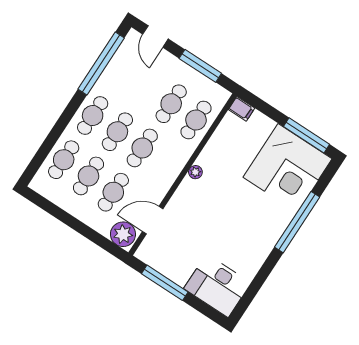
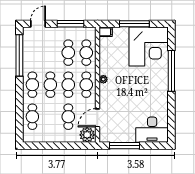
door: (155, 37) -> (38, 24), swing flipped
window: (306, 135) -> (134, 24), moved
cafe table: (88, 176) -> (86, 85), moved

